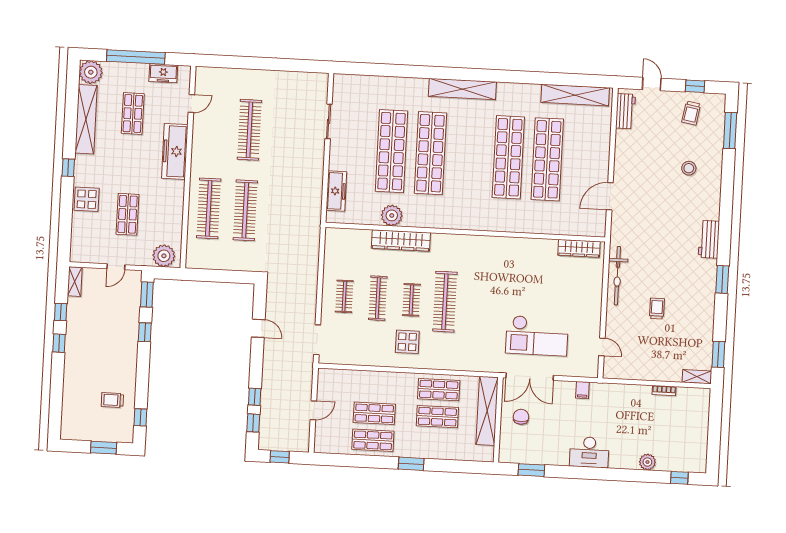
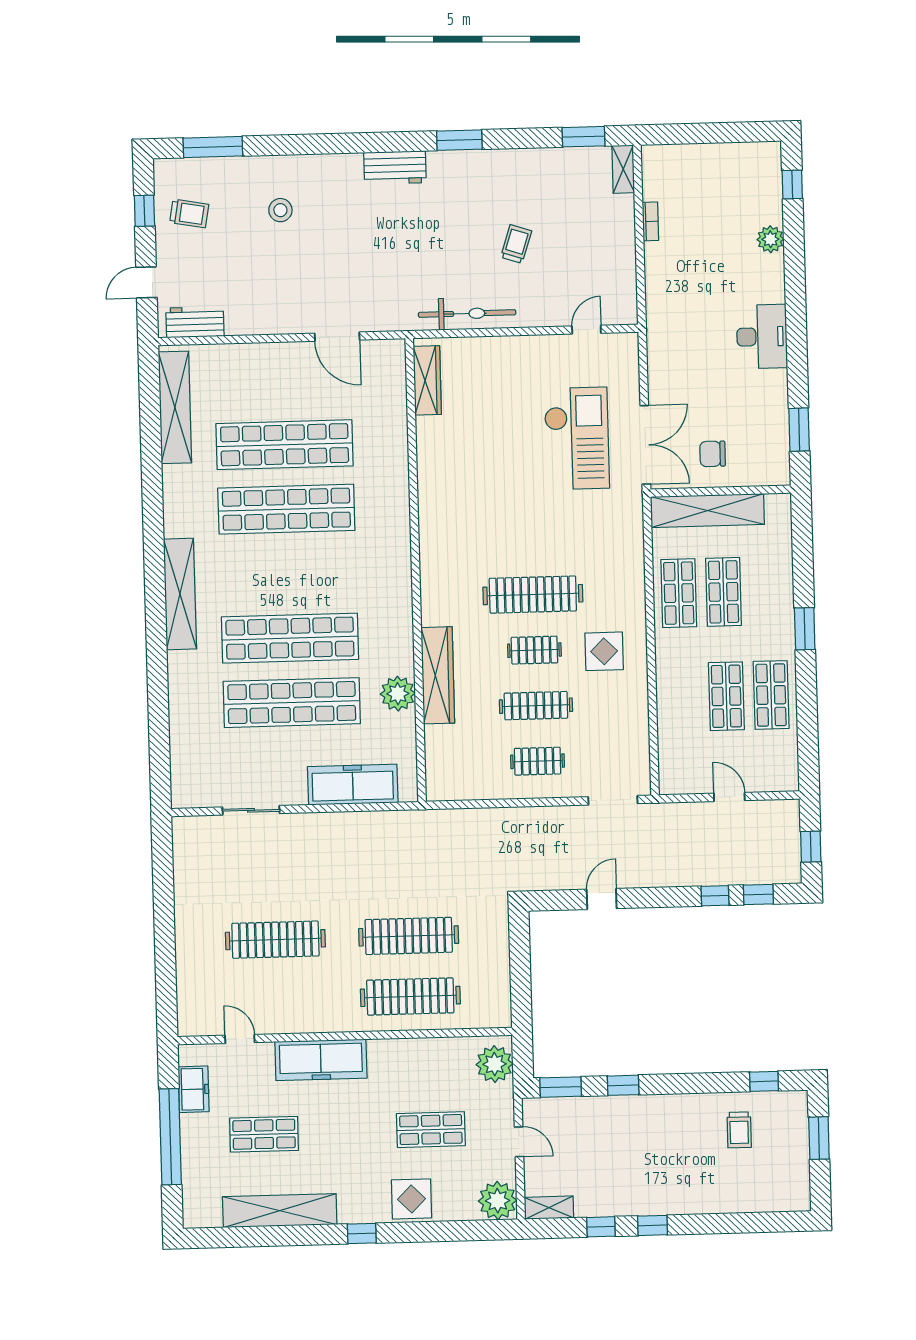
plant: (91, 72) -> (498, 1201), moved
freezer: (336, 191) -> (353, 785), width x1.36, depth x1.26
trolley: (657, 309) -> (516, 244), turned 108
filing cabinet: (582, 390) -> (660, 356), removed

